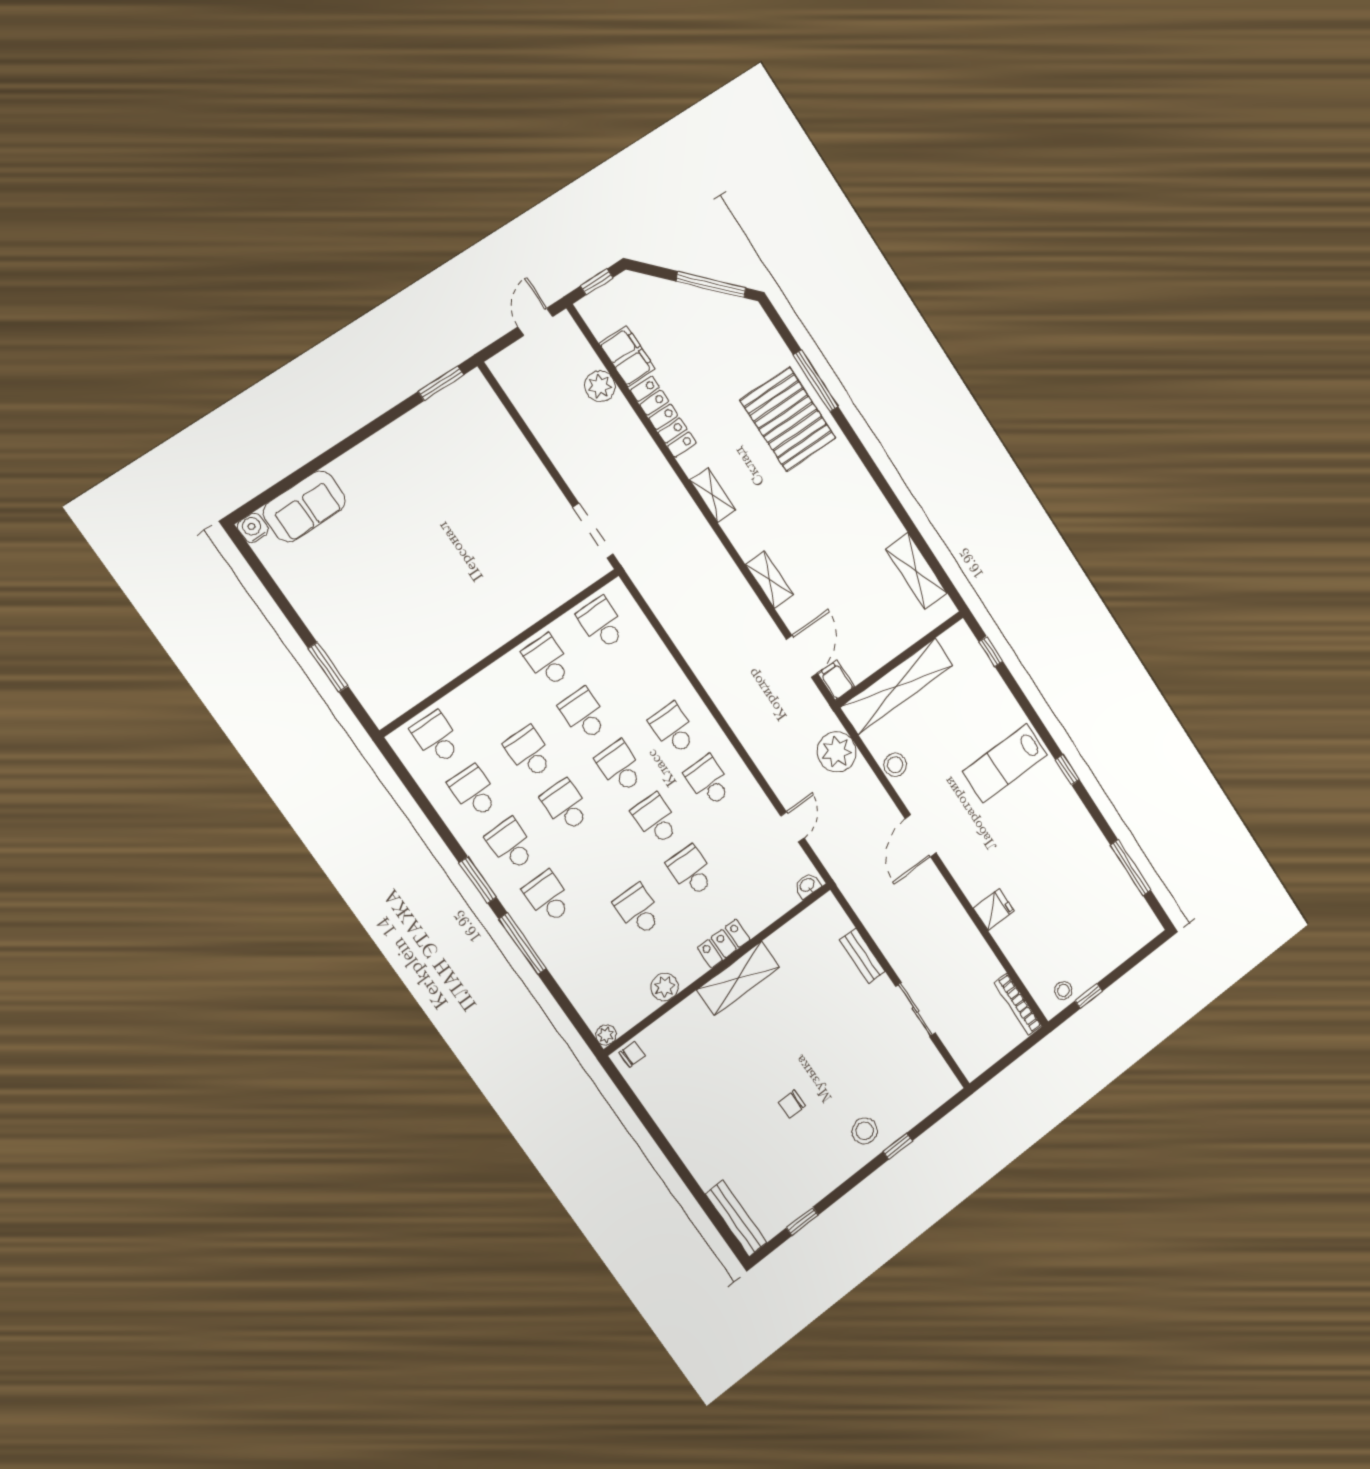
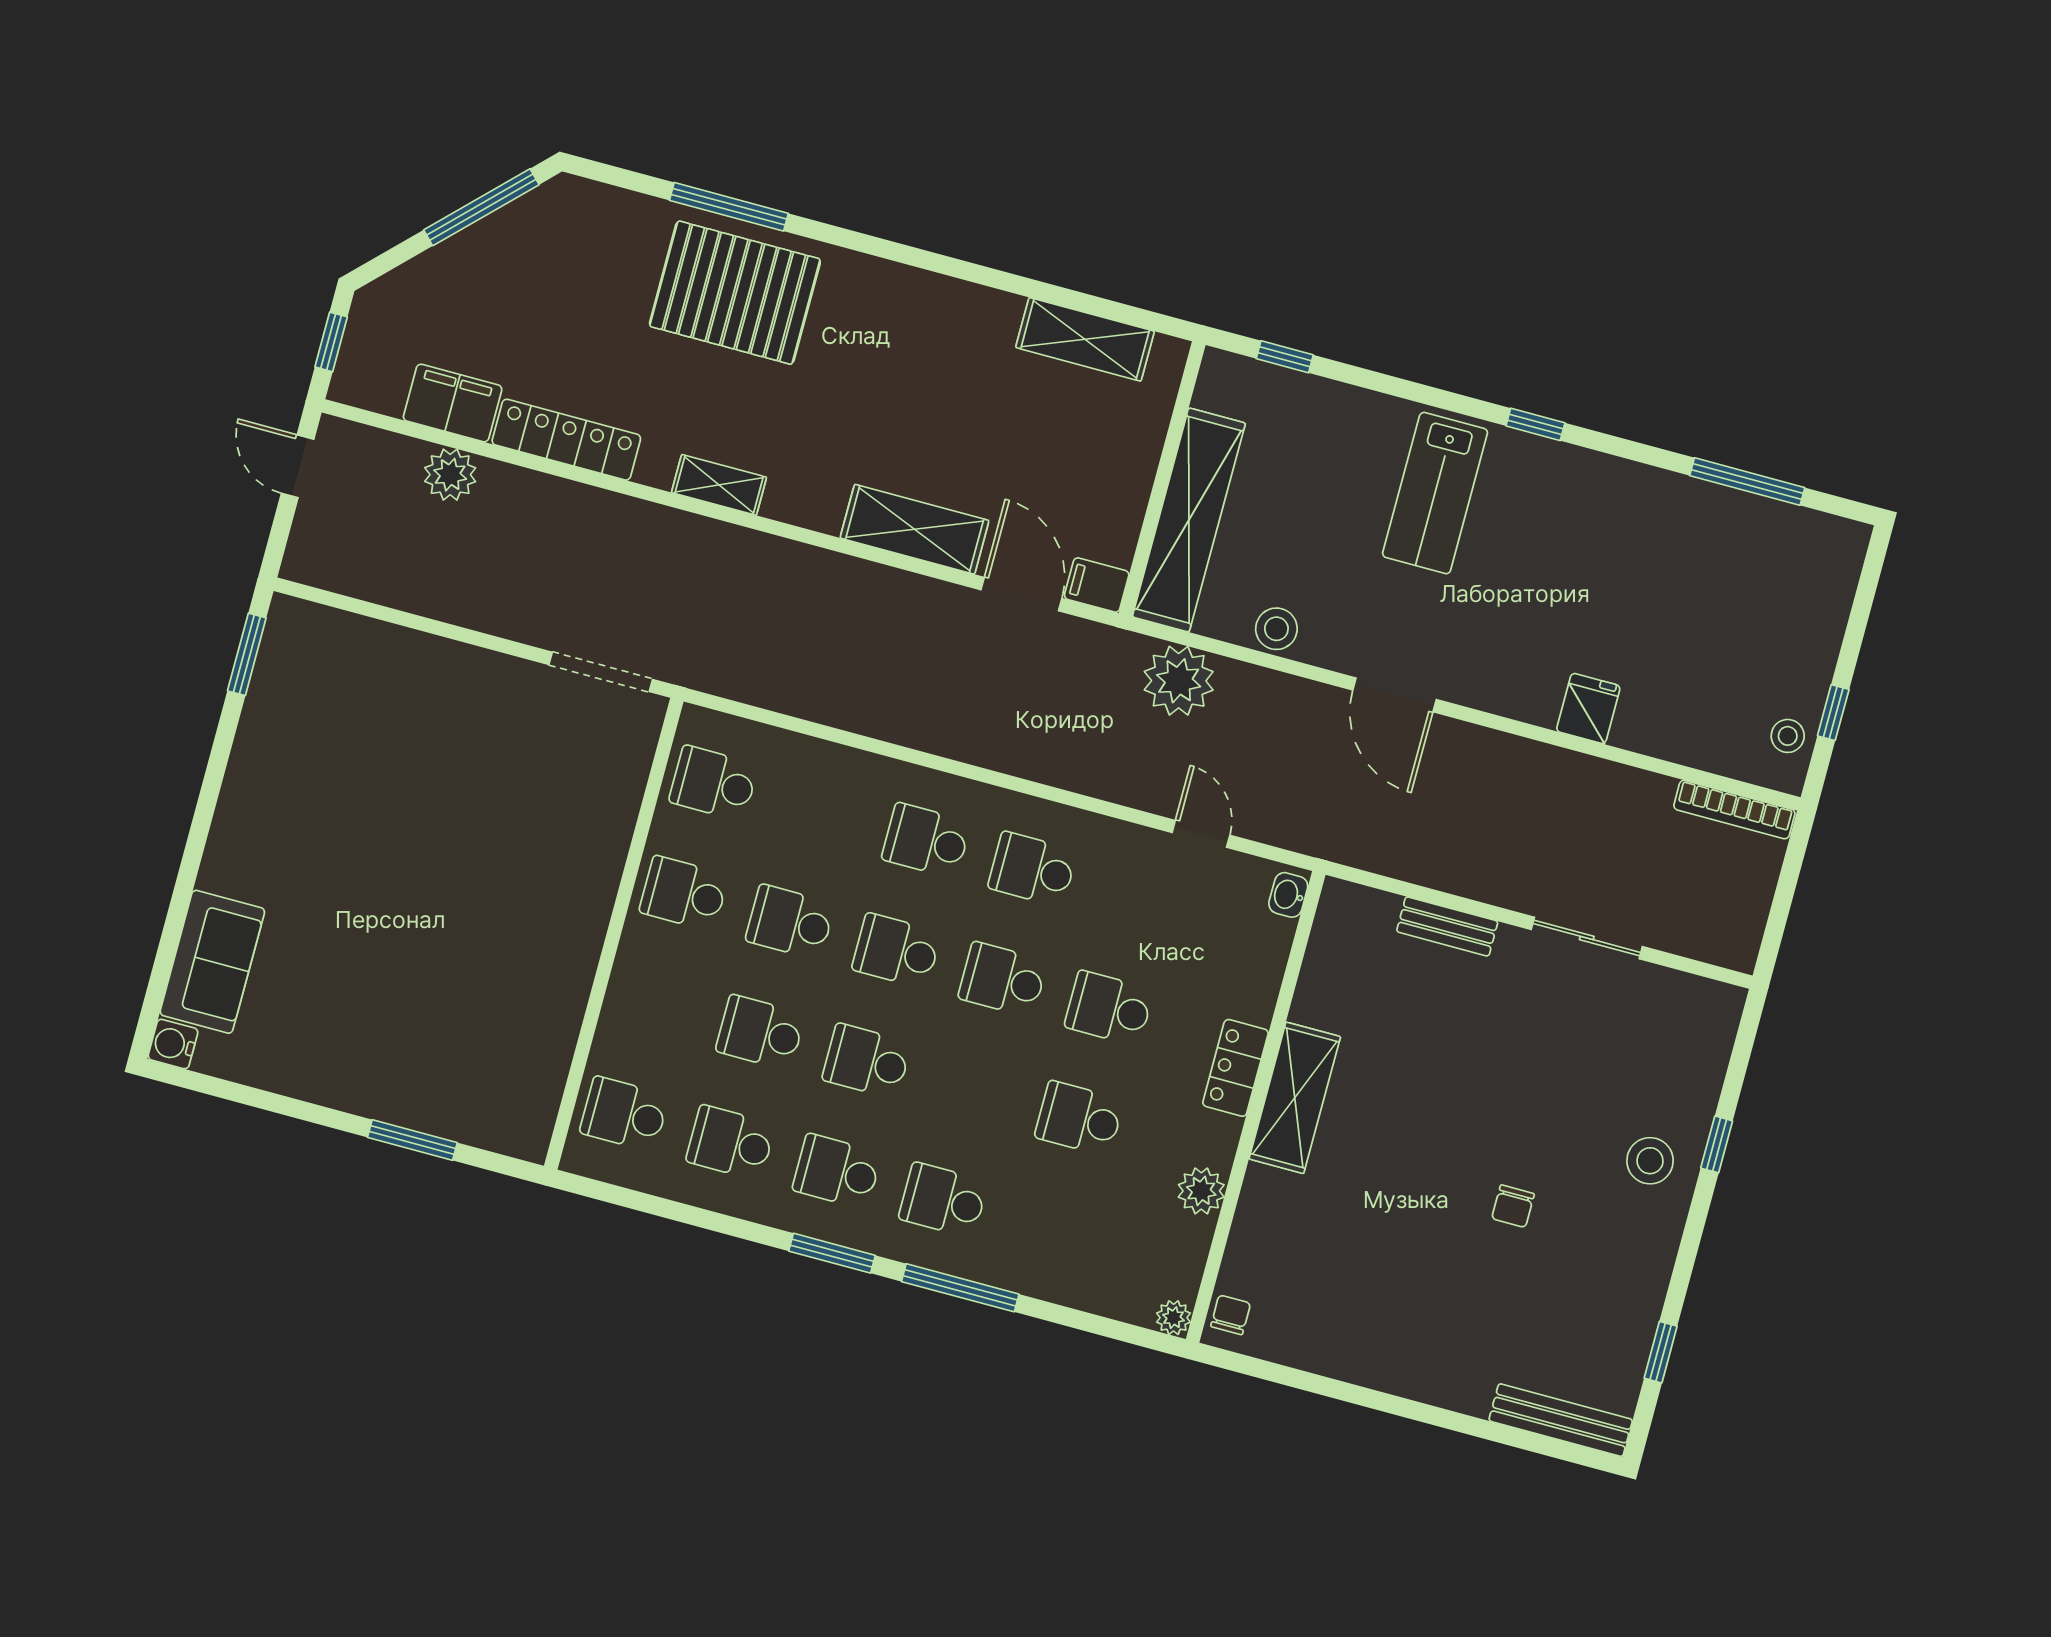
shelving: (769, 580) -> (915, 529), width x1.50, depth x1.33

